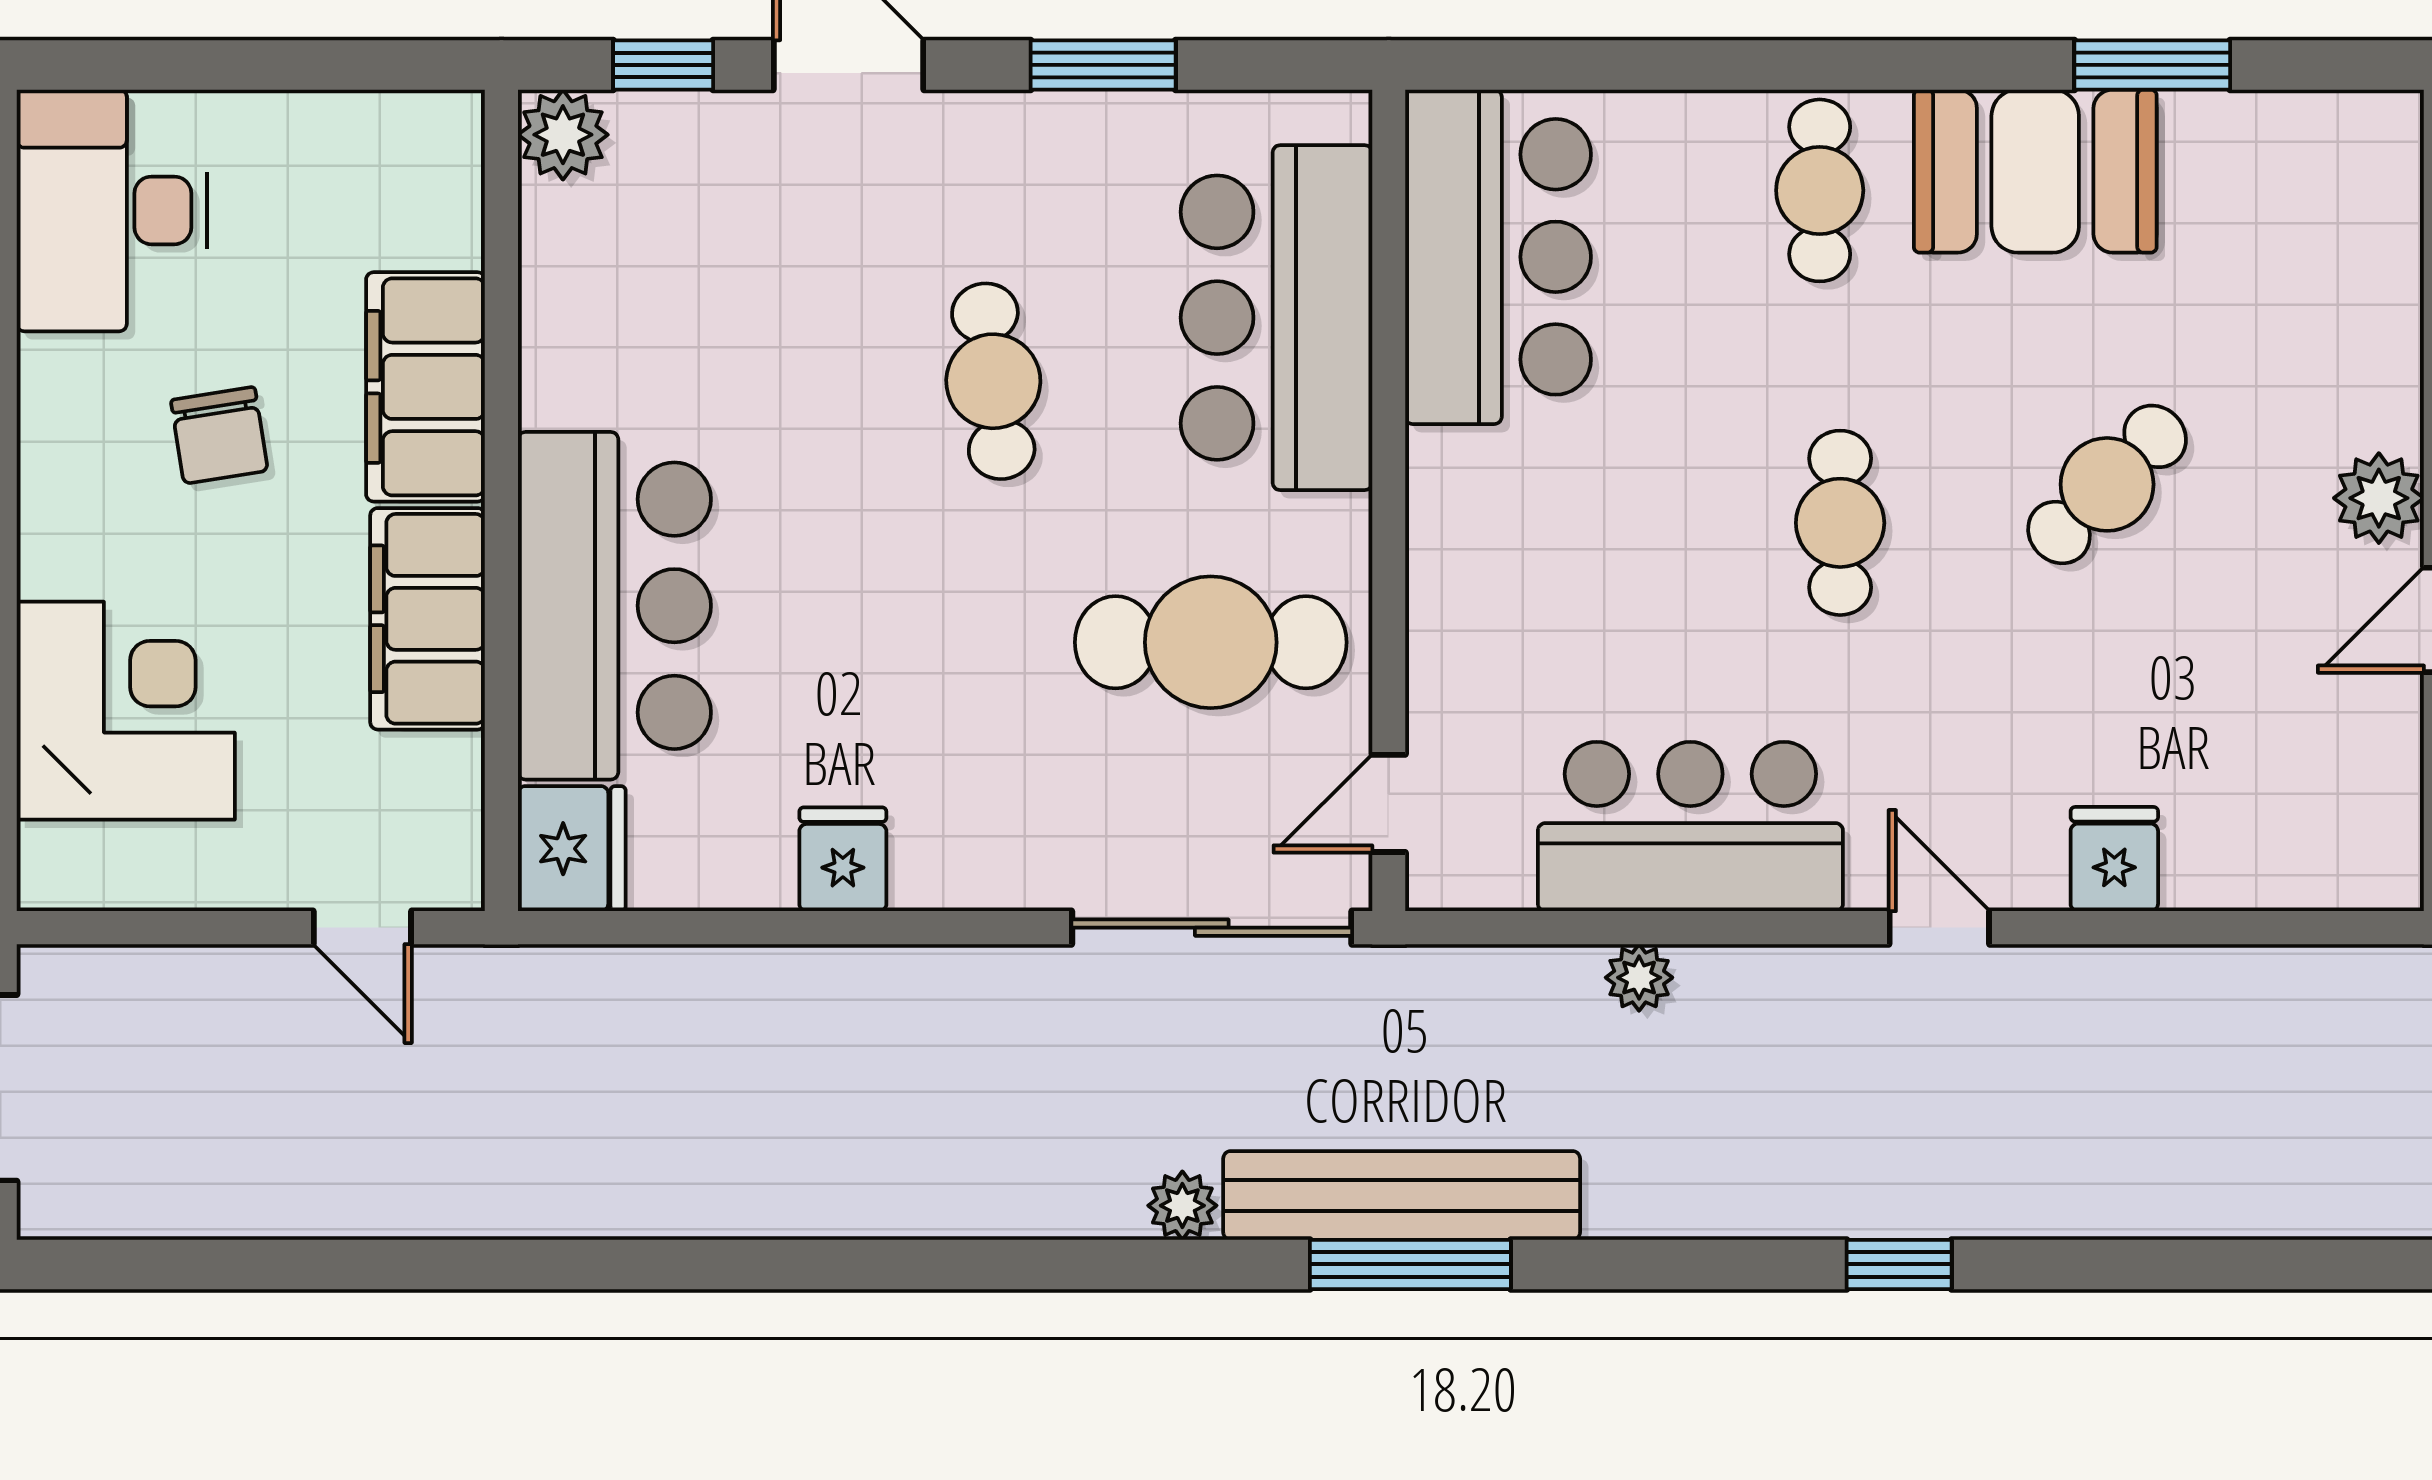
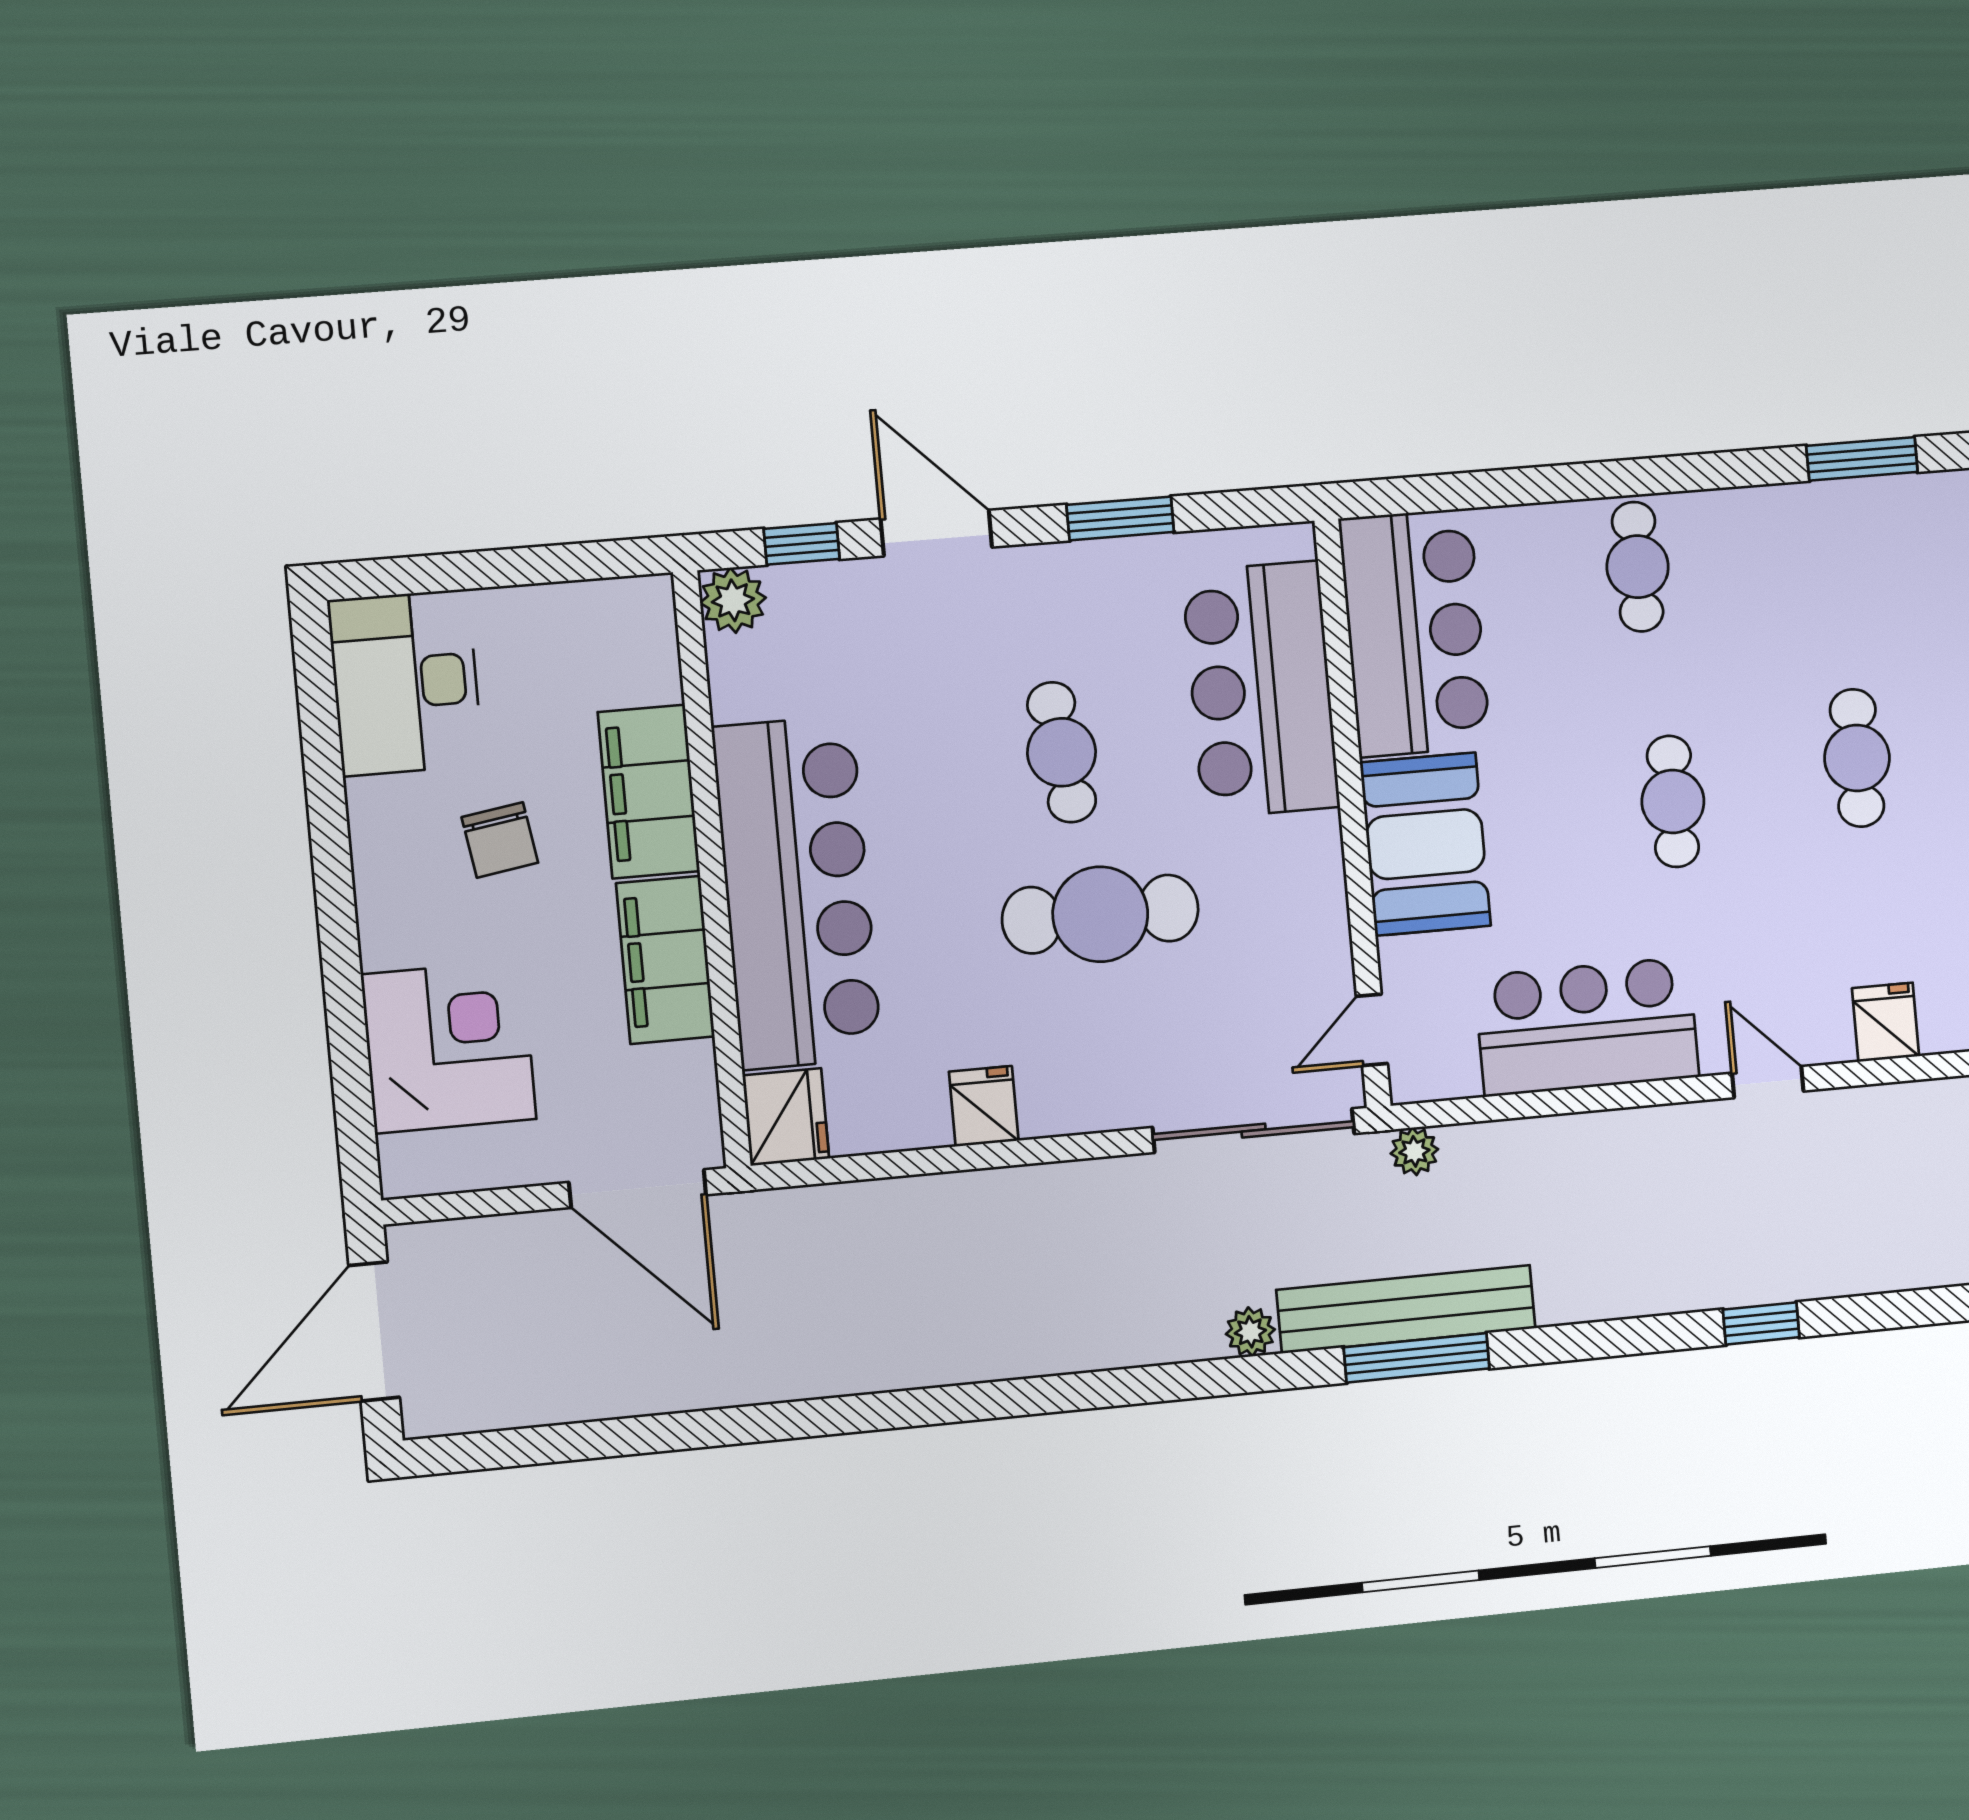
booth: (2035, 171) -> (1425, 844), moved, turned 90
cafe table: (2107, 484) -> (1857, 758), turned -45
bar counter: (614, 606) -> (797, 893), width x1.36
cafe table: (1211, 642) -> (1100, 914), moved
door: (362, 928) -> (638, 1189), width x1.87
plant: (1639, 978) -> (1414, 1151), moved

